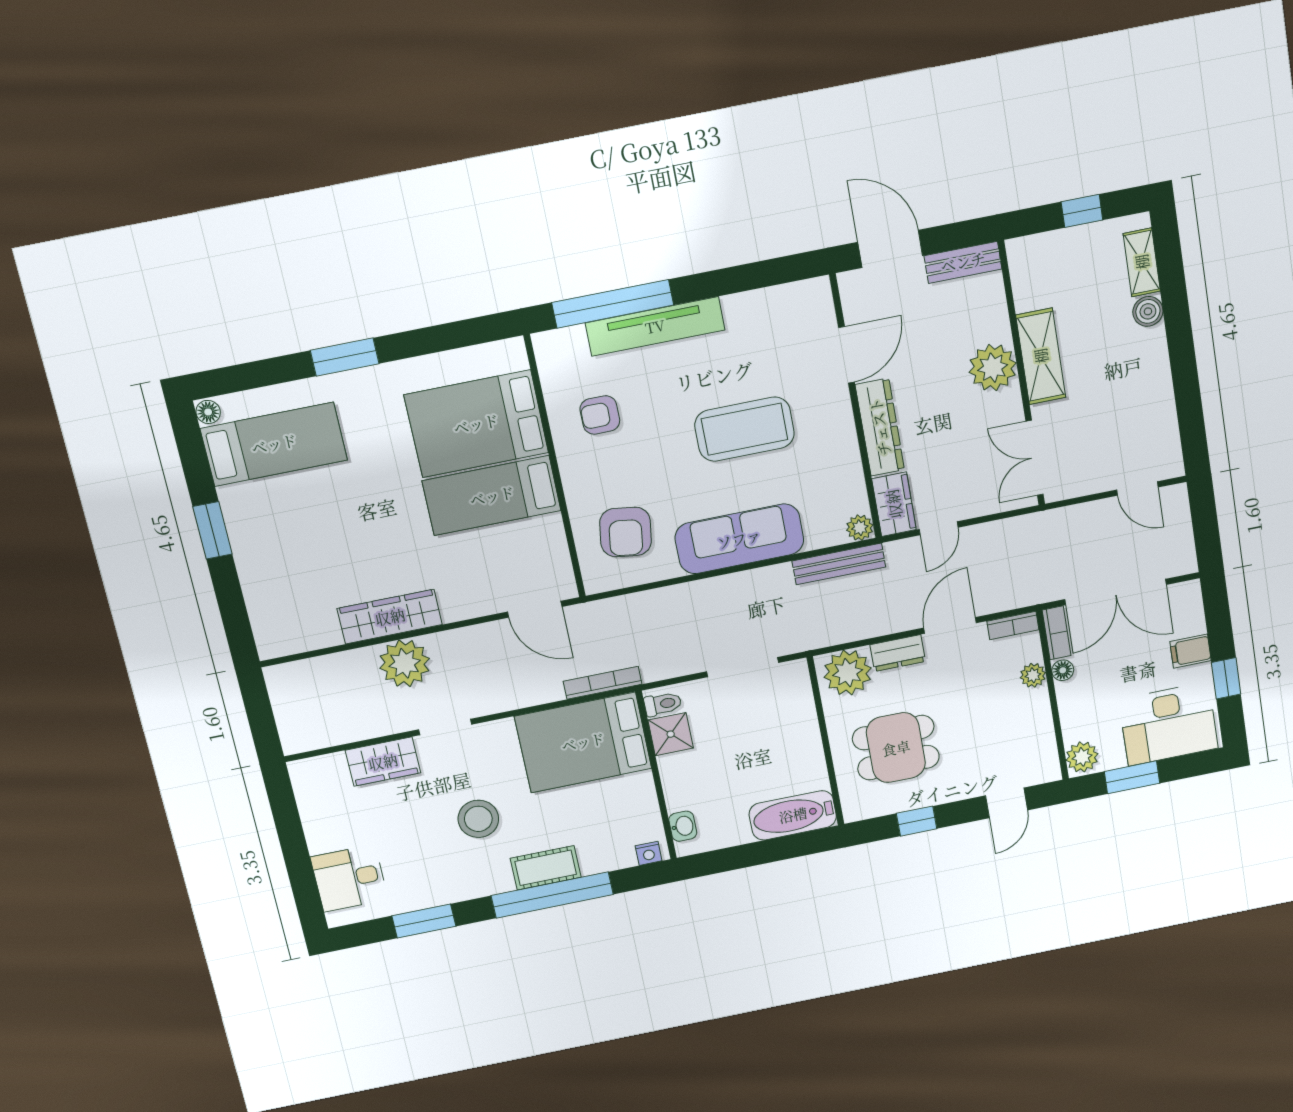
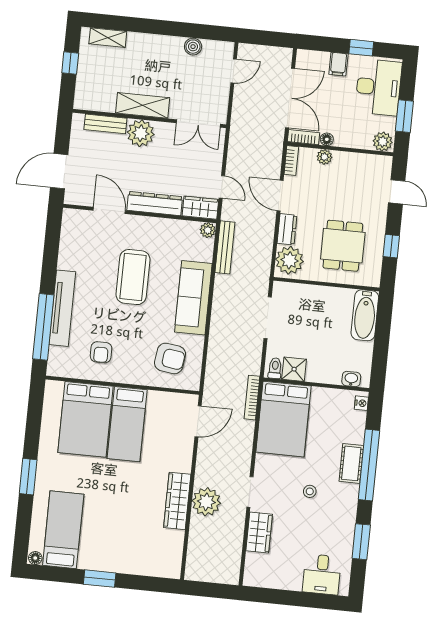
bench: (963, 262) -> (105, 124), moved, turned 90
boiler: (1148, 311) -> (193, 47), moved
stool: (478, 819) -> (310, 491), width x0.53, depth x0.53

